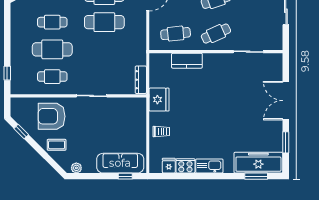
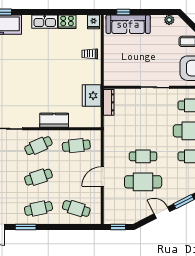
cafe table: (104, 22) -> (143, 156), width x0.73, depth x0.74
kitchen counter: (187, 61) -> (54, 120), moved
fridge: (159, 100) -> (92, 96), moved
fridge: (169, 166) -> (93, 22), moved

